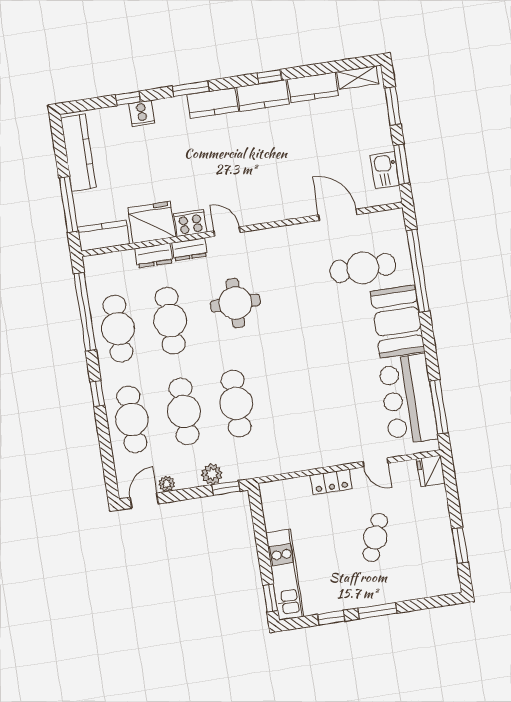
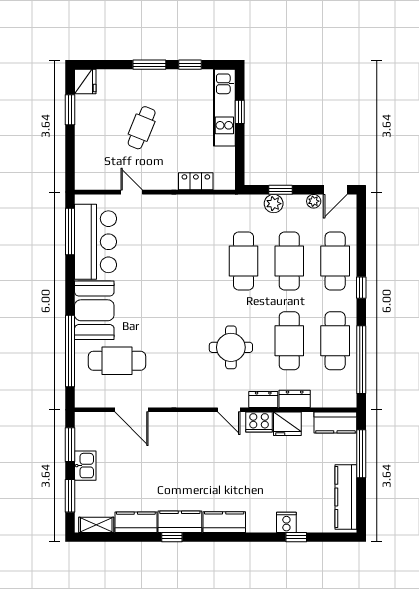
window: (191, 89) -> (241, 537), removed
kitchen sink: (385, 170) -> (85, 466), moved
fridge: (152, 222) -> (287, 424), width x0.73, depth x0.75
fridge: (431, 471) -> (85, 82), moved
locker: (331, 482) -> (196, 181), moved
window: (226, 488) -> (280, 190), moved
window: (270, 598) -> (240, 112), moved

